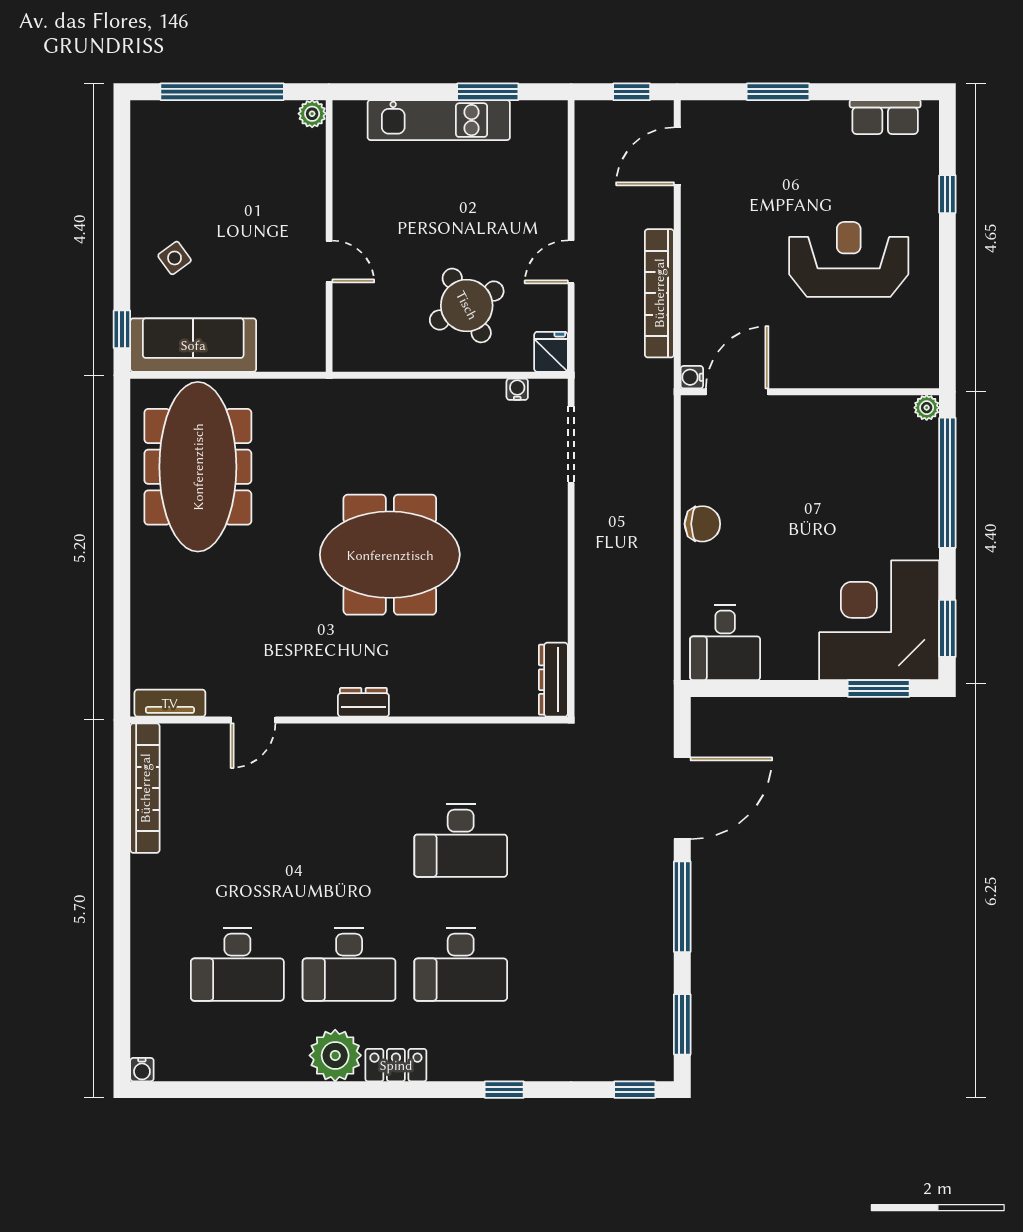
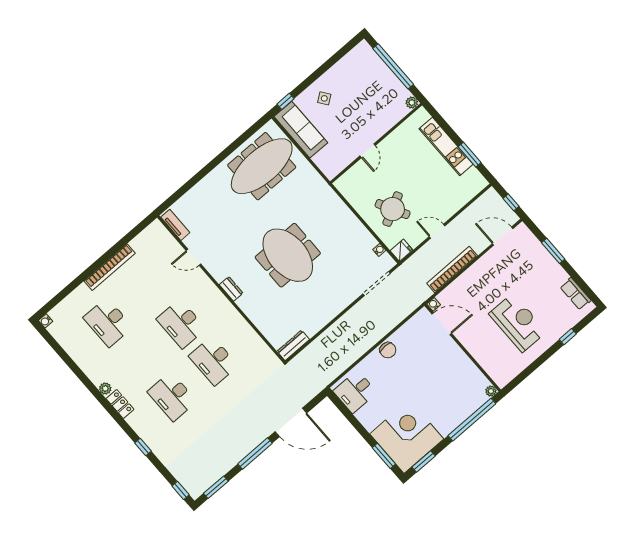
bookcase: (145, 788) -> (110, 267), moved
desk: (349, 964) -> (181, 324), moved
plant: (335, 1055) -> (105, 389), width x0.53, depth x0.53

